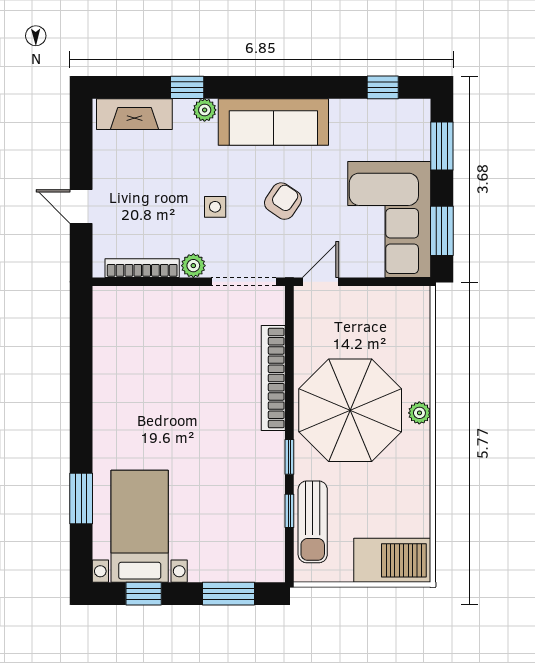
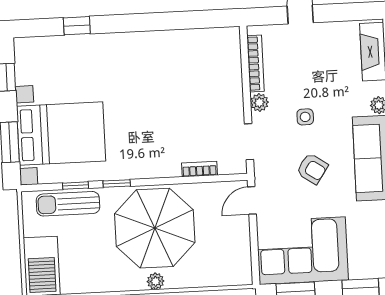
doorway: (244, 282) -> (249, 142), width x0.73
door: (320, 282) -> (252, 200), swing flipped
bookcase: (273, 378) -> (199, 169), width x0.43, depth x0.76
window: (81, 499) -> (77, 26), width x0.67
bed with nightstands: (140, 526) -> (61, 134), moved, width x1.36

